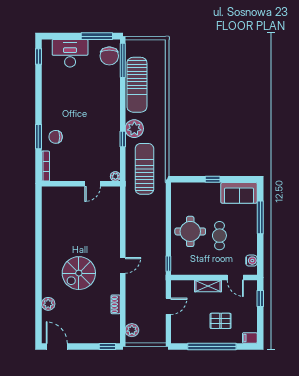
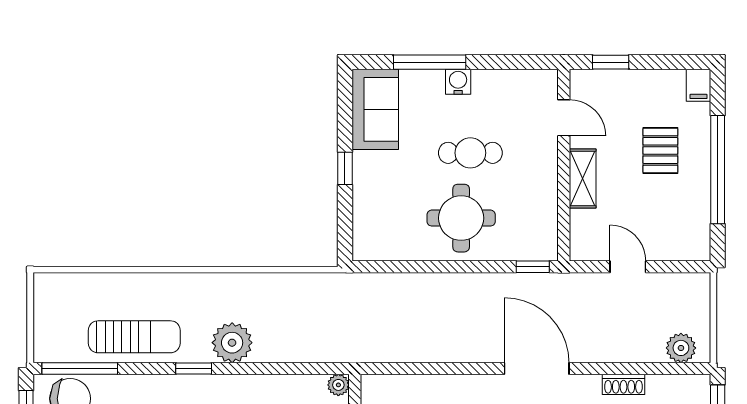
sun lounger: (137, 85) -> (134, 337), width x0.73, depth x0.75
window: (123, 139) -> (194, 368), moved
sun lounger: (144, 169) -> (322, 320), removed
water cooler: (251, 261) -> (458, 82), moved
door: (123, 265) -> (537, 368), width x1.88
door: (235, 277) -> (564, 118), hinge flipped

